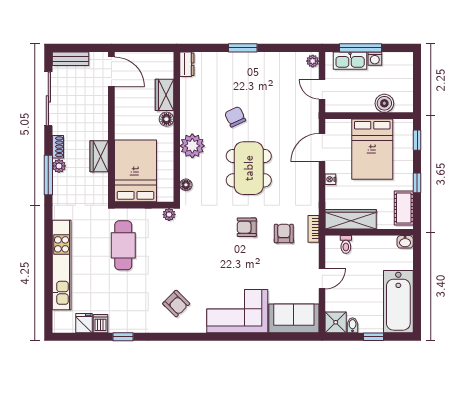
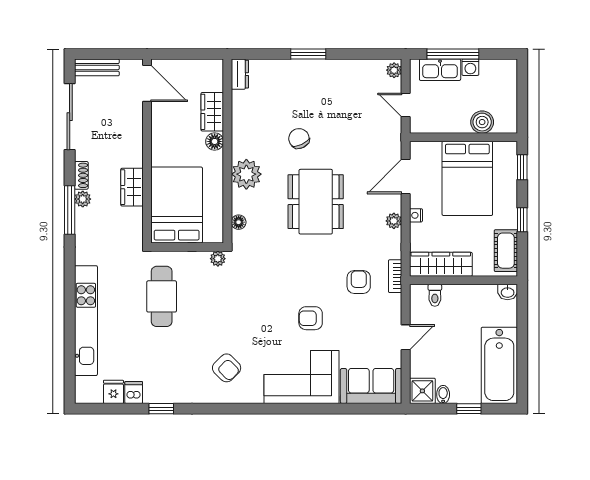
plant: (312, 184) -> (394, 221), added
armchair: (247, 227) -> (311, 318), moved

